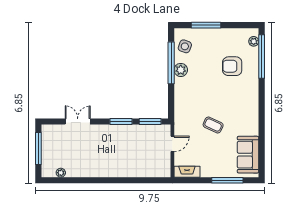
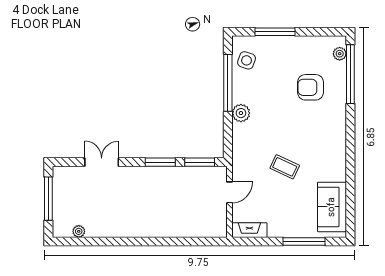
plant: (181, 70) -> (241, 113), moved

